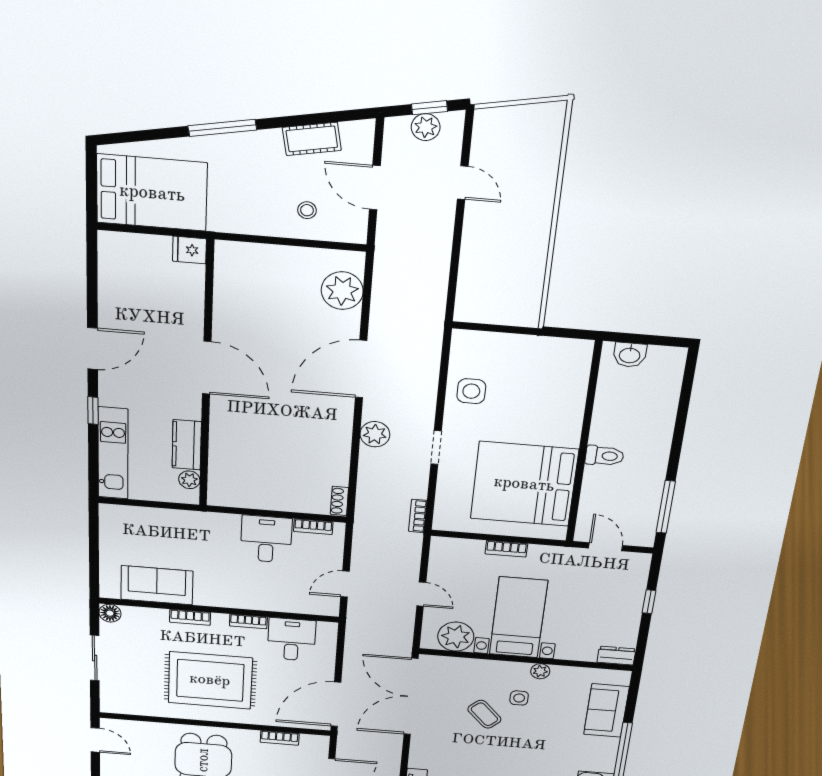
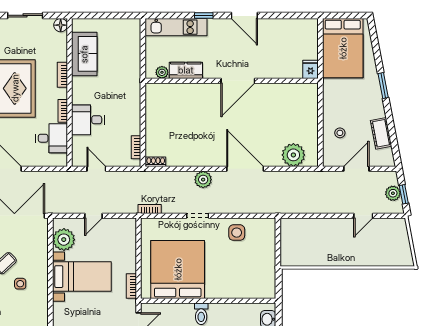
window: (222, 128) -> (383, 85), width x0.69
desk: (266, 539) -> (88, 120), moved, turned 180
bookcase: (506, 549) -> (131, 286), moved
plant: (540, 671) -> (42, 295), removed

